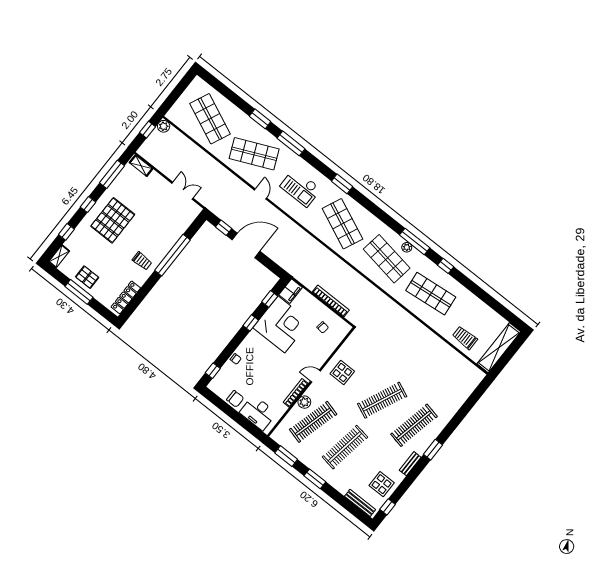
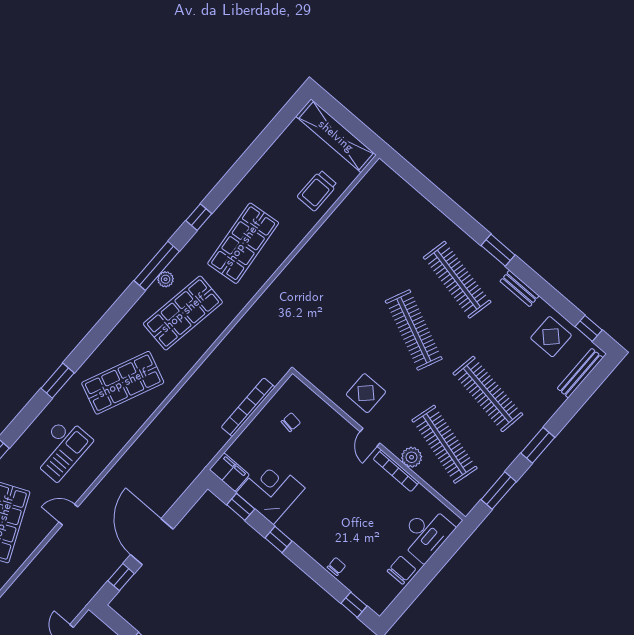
corner desk: (281, 324) -> (271, 490), width x0.74, depth x0.74

